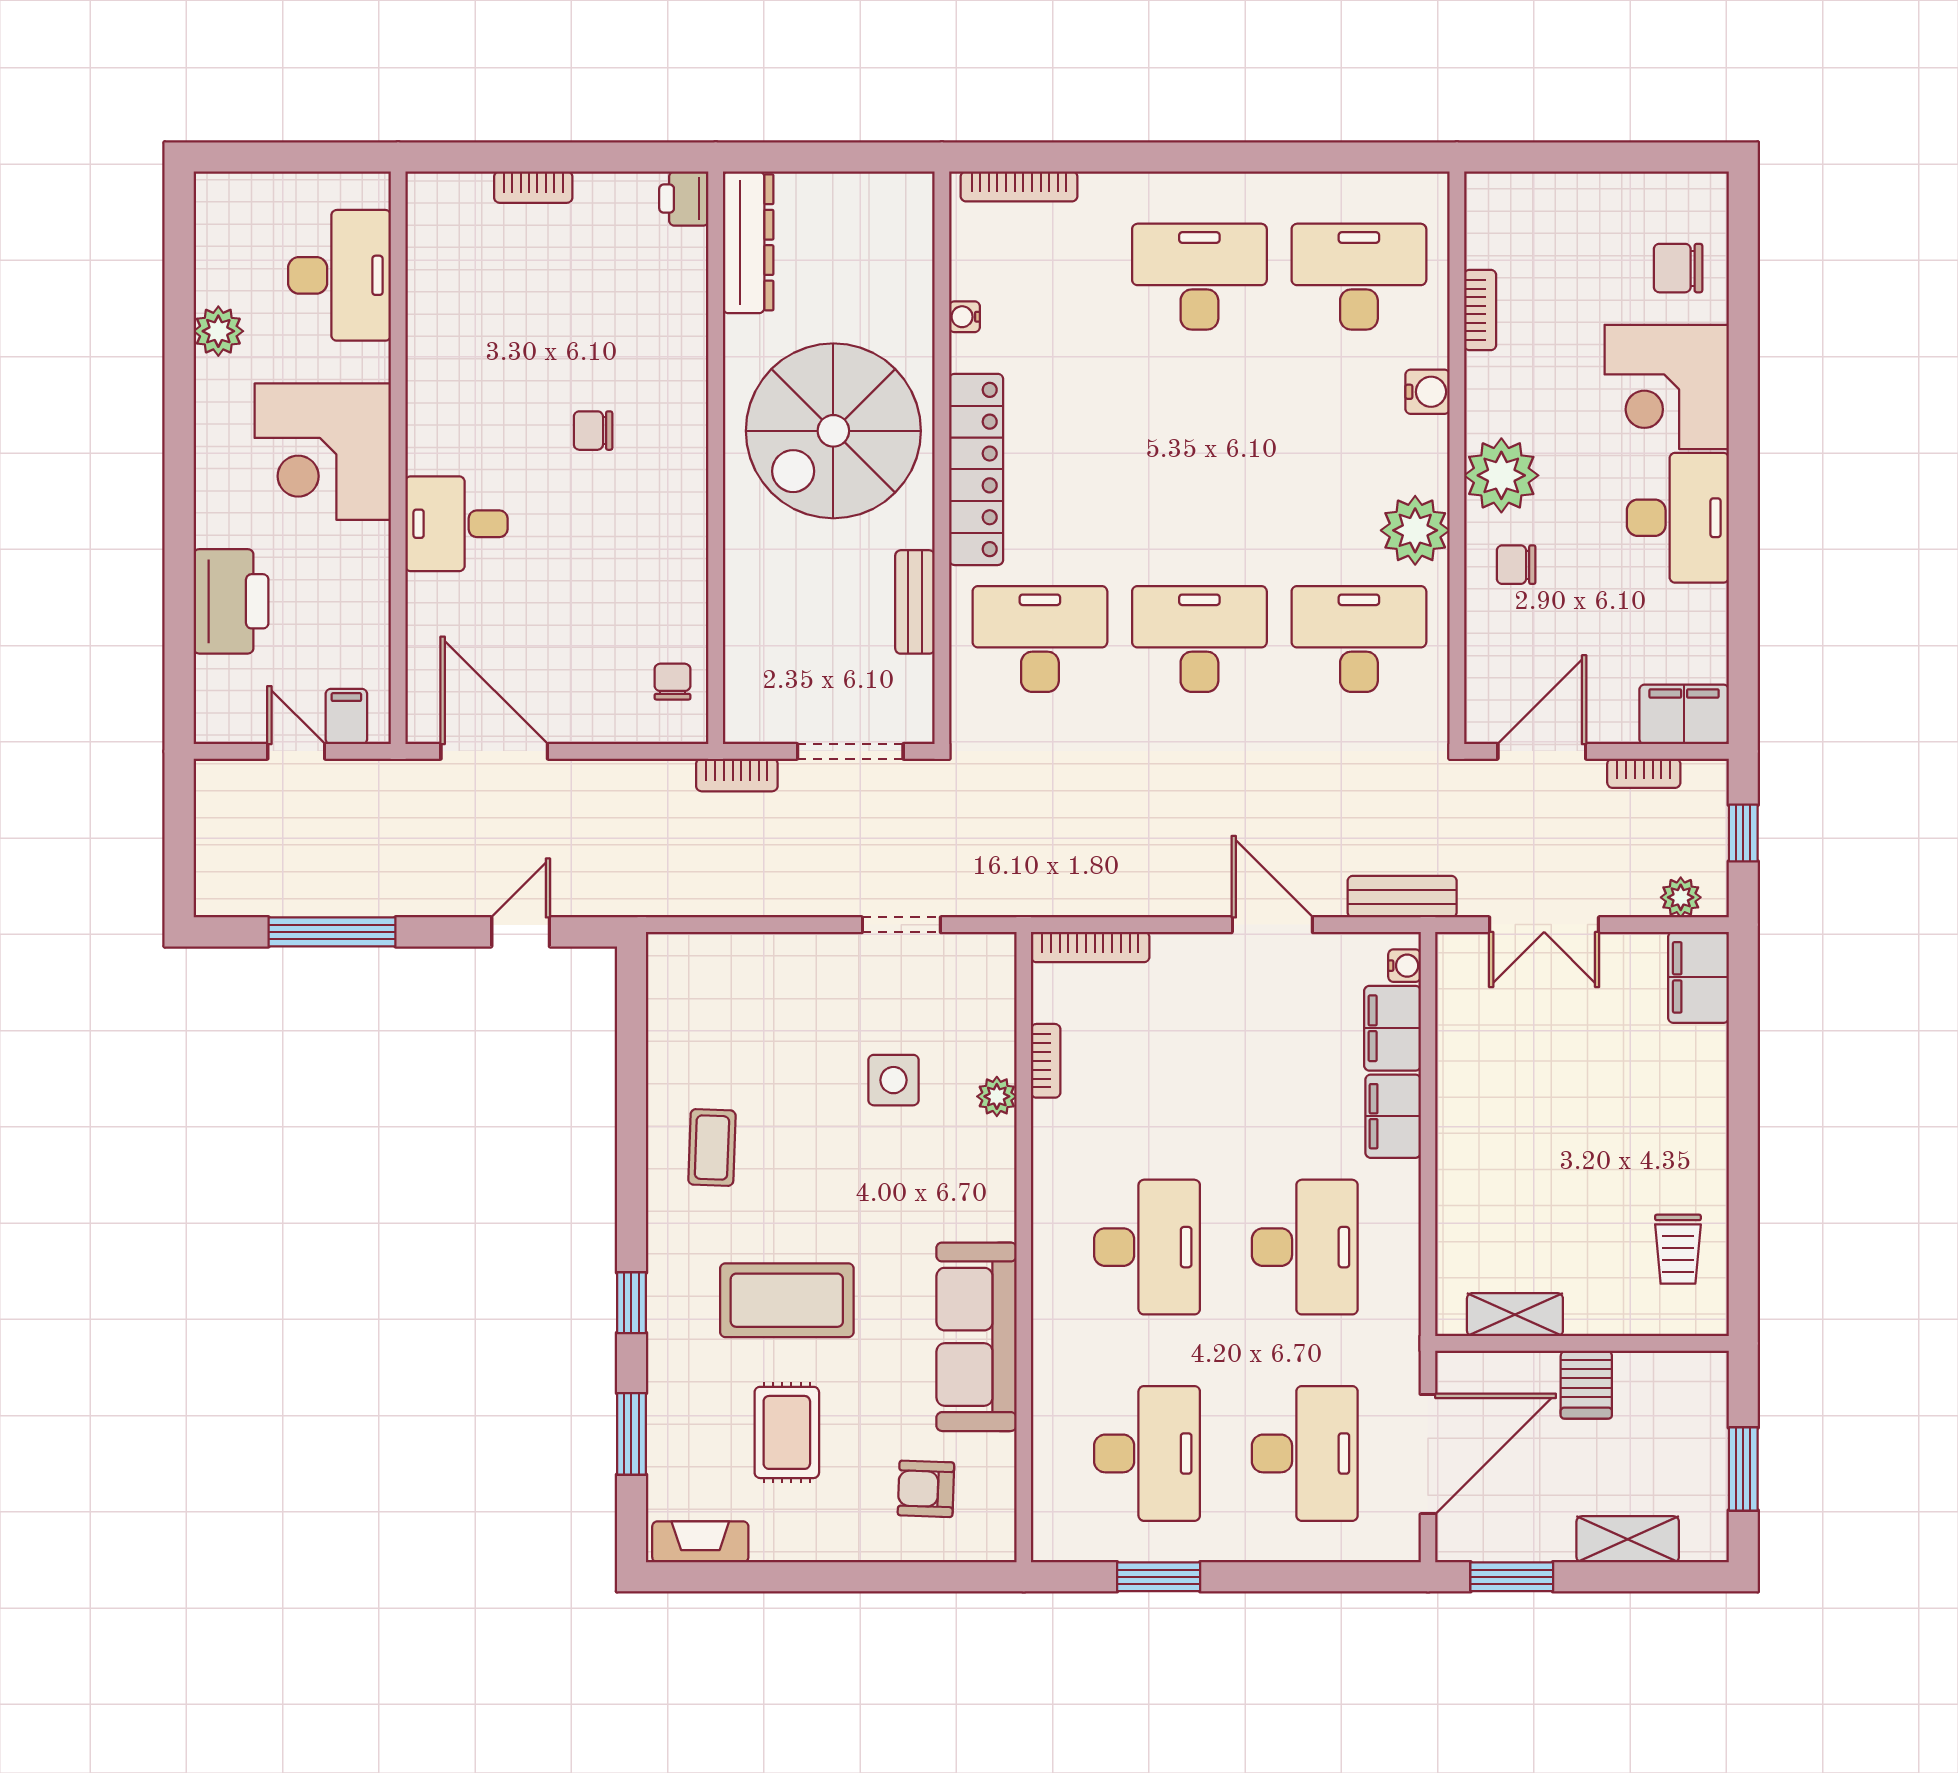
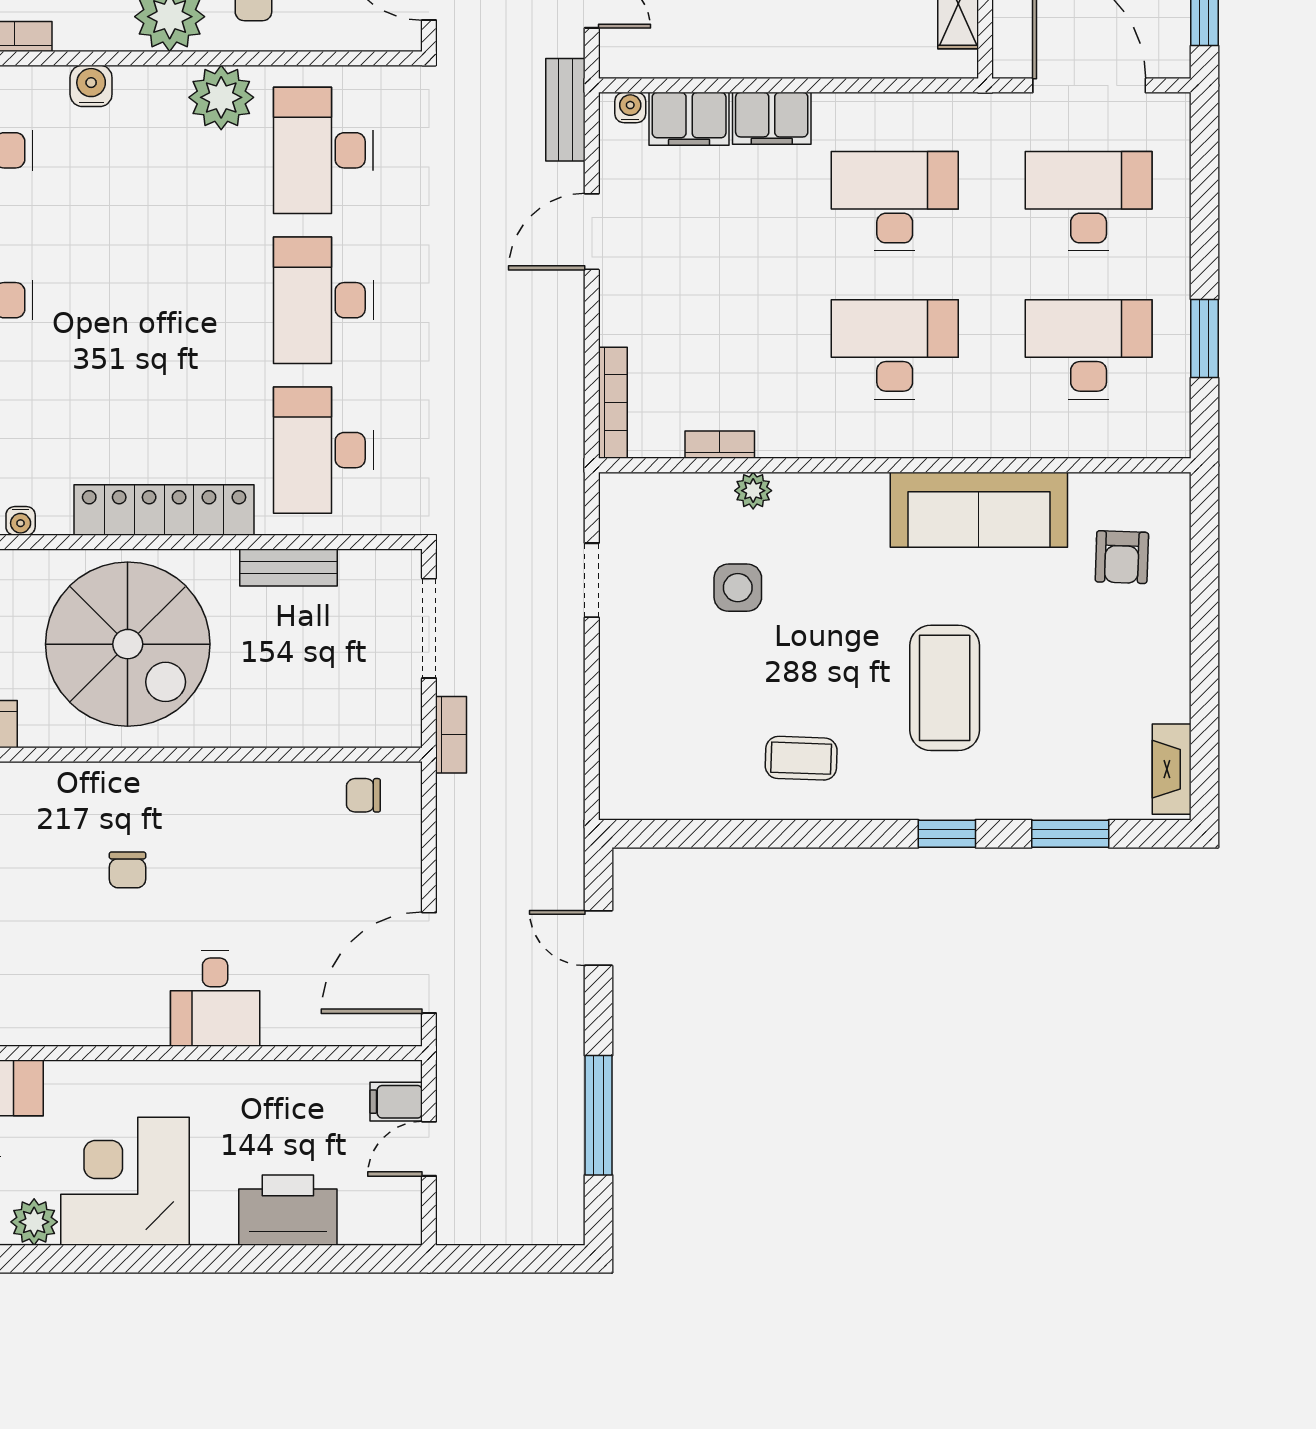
corner desk: (323, 452) -> (125, 1181), moved, turned 180
rug: (787, 1432) -> (1069, 688), removed

